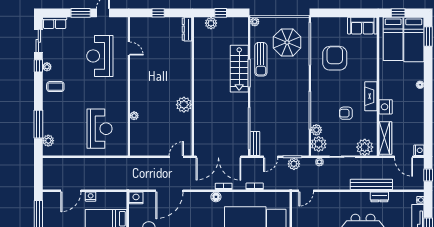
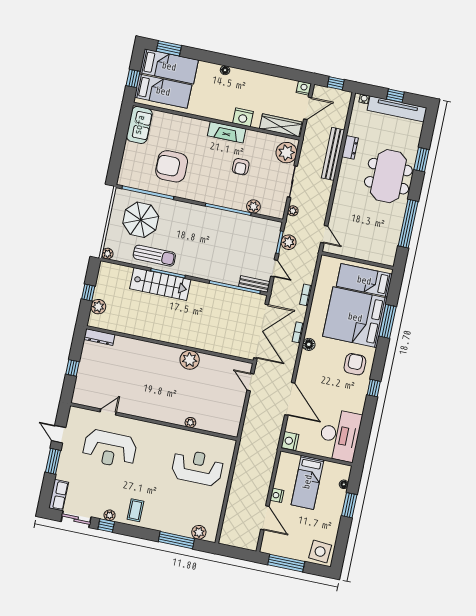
plant: (319, 144) -> (271, 207), removed

